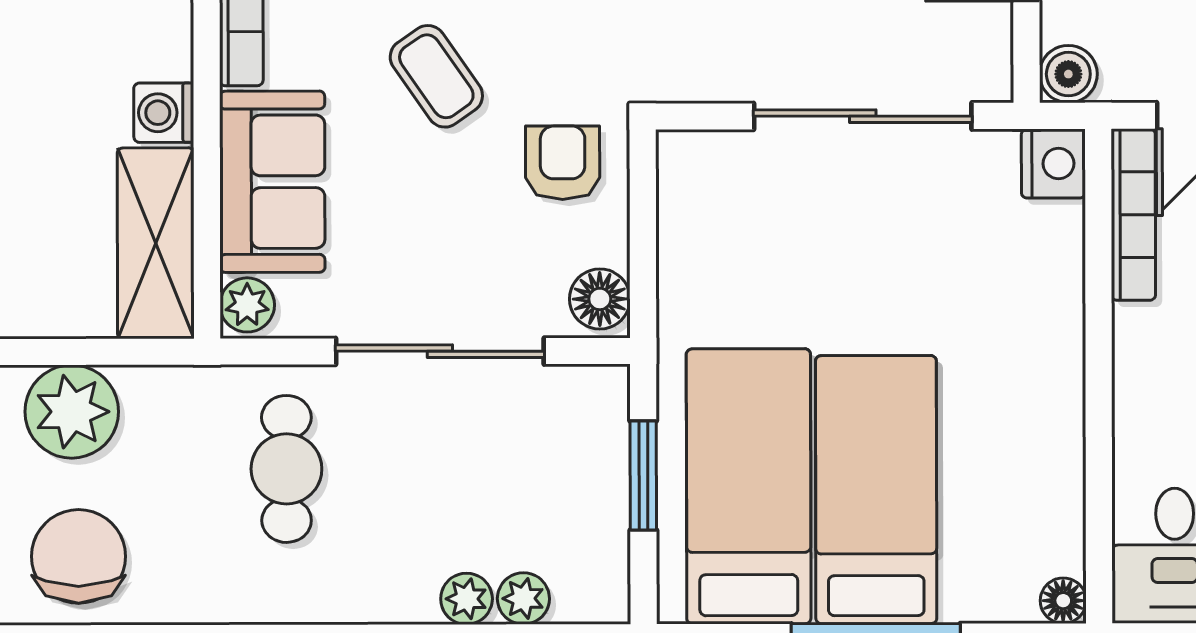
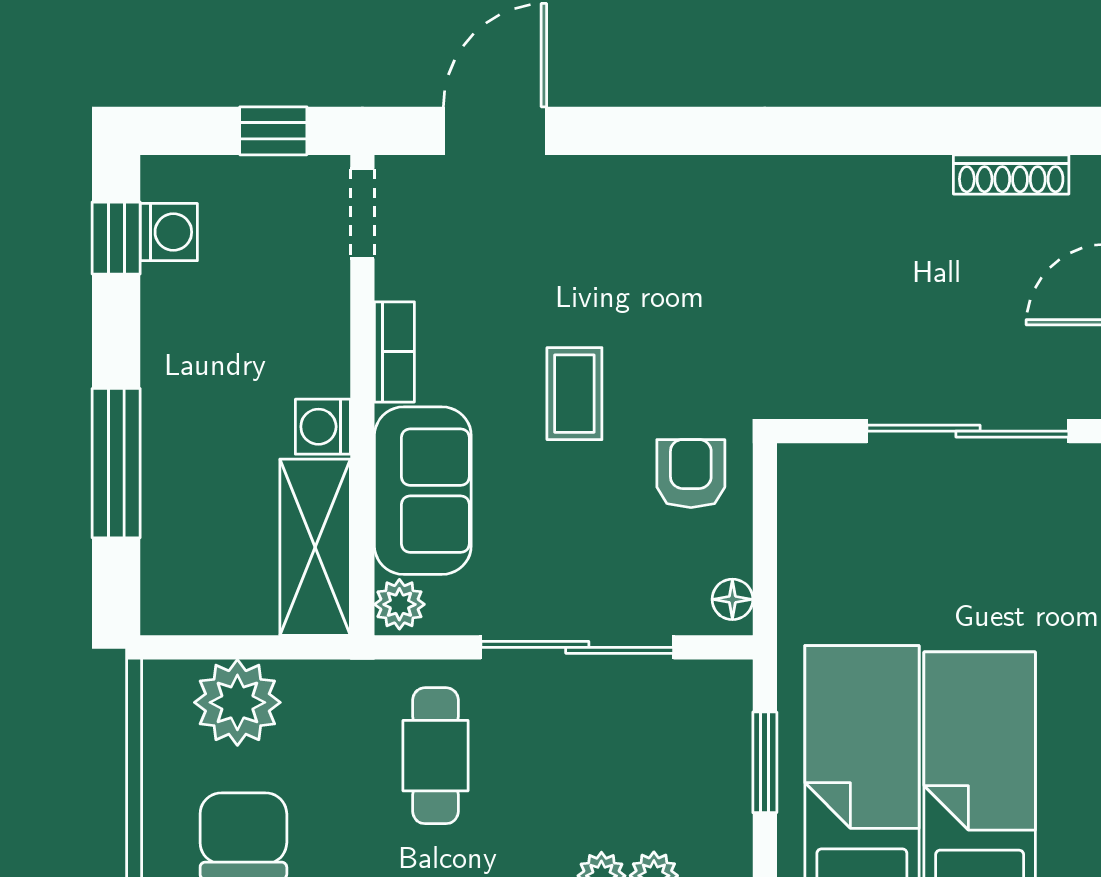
coffee table: (436, 76) -> (574, 394), turned 35
floor lamp: (600, 299) -> (732, 599), width x0.73, depth x0.73

